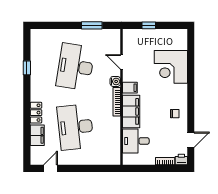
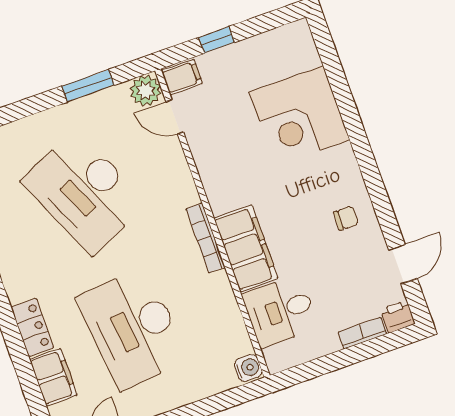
plant: (114, 35) -> (146, 91), added
door: (122, 62) -> (175, 117), moved
desk: (75, 67) -> (84, 192), turned -33
water cooler: (115, 81) -> (248, 368), moved
filing cabinet: (130, 88) -> (182, 77), moved

